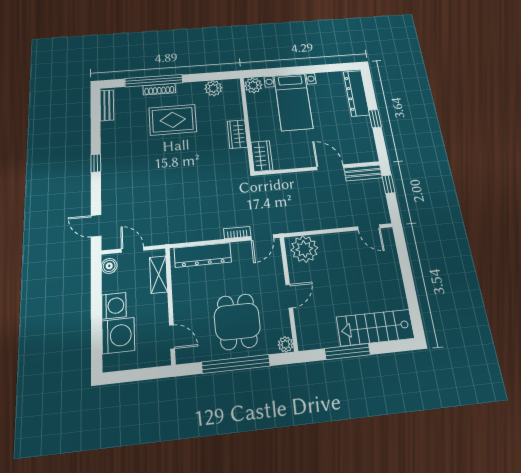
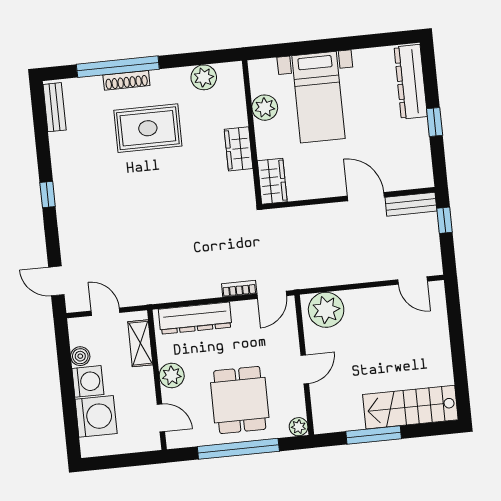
plant: (253, 85) -> (265, 108), moved
boiler: (109, 266) -> (80, 356), moved
plant: (182, 301) -> (172, 376), added

